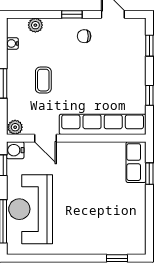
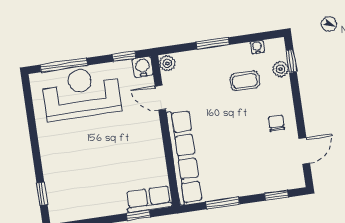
window: (72, 14) -> (291, 61), moved
coffee table: (43, 80) -> (245, 81), moved
window: (149, 95) -> (223, 203), width x1.50
door: (45, 138) -> (160, 98), hinge flipped

